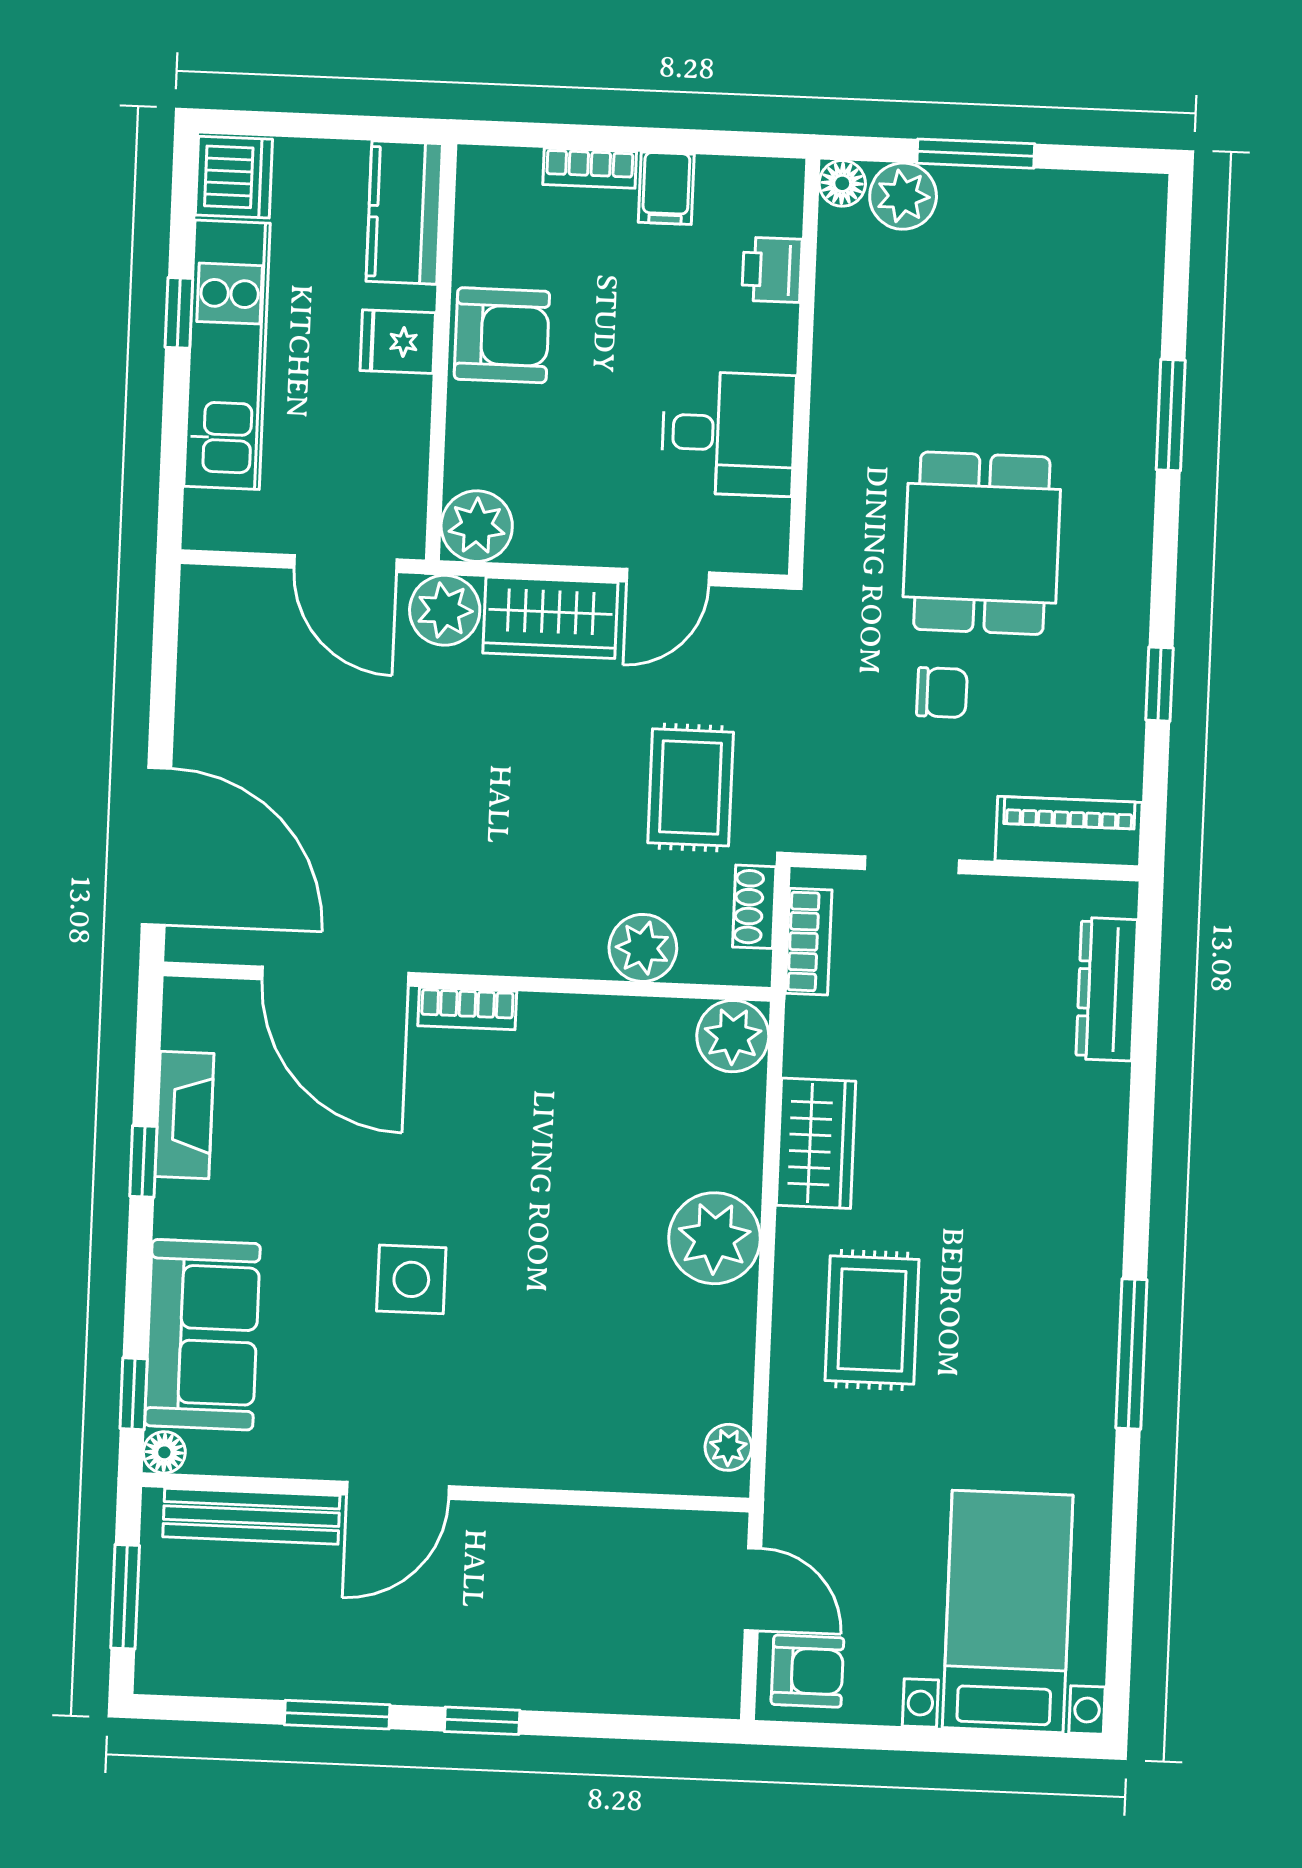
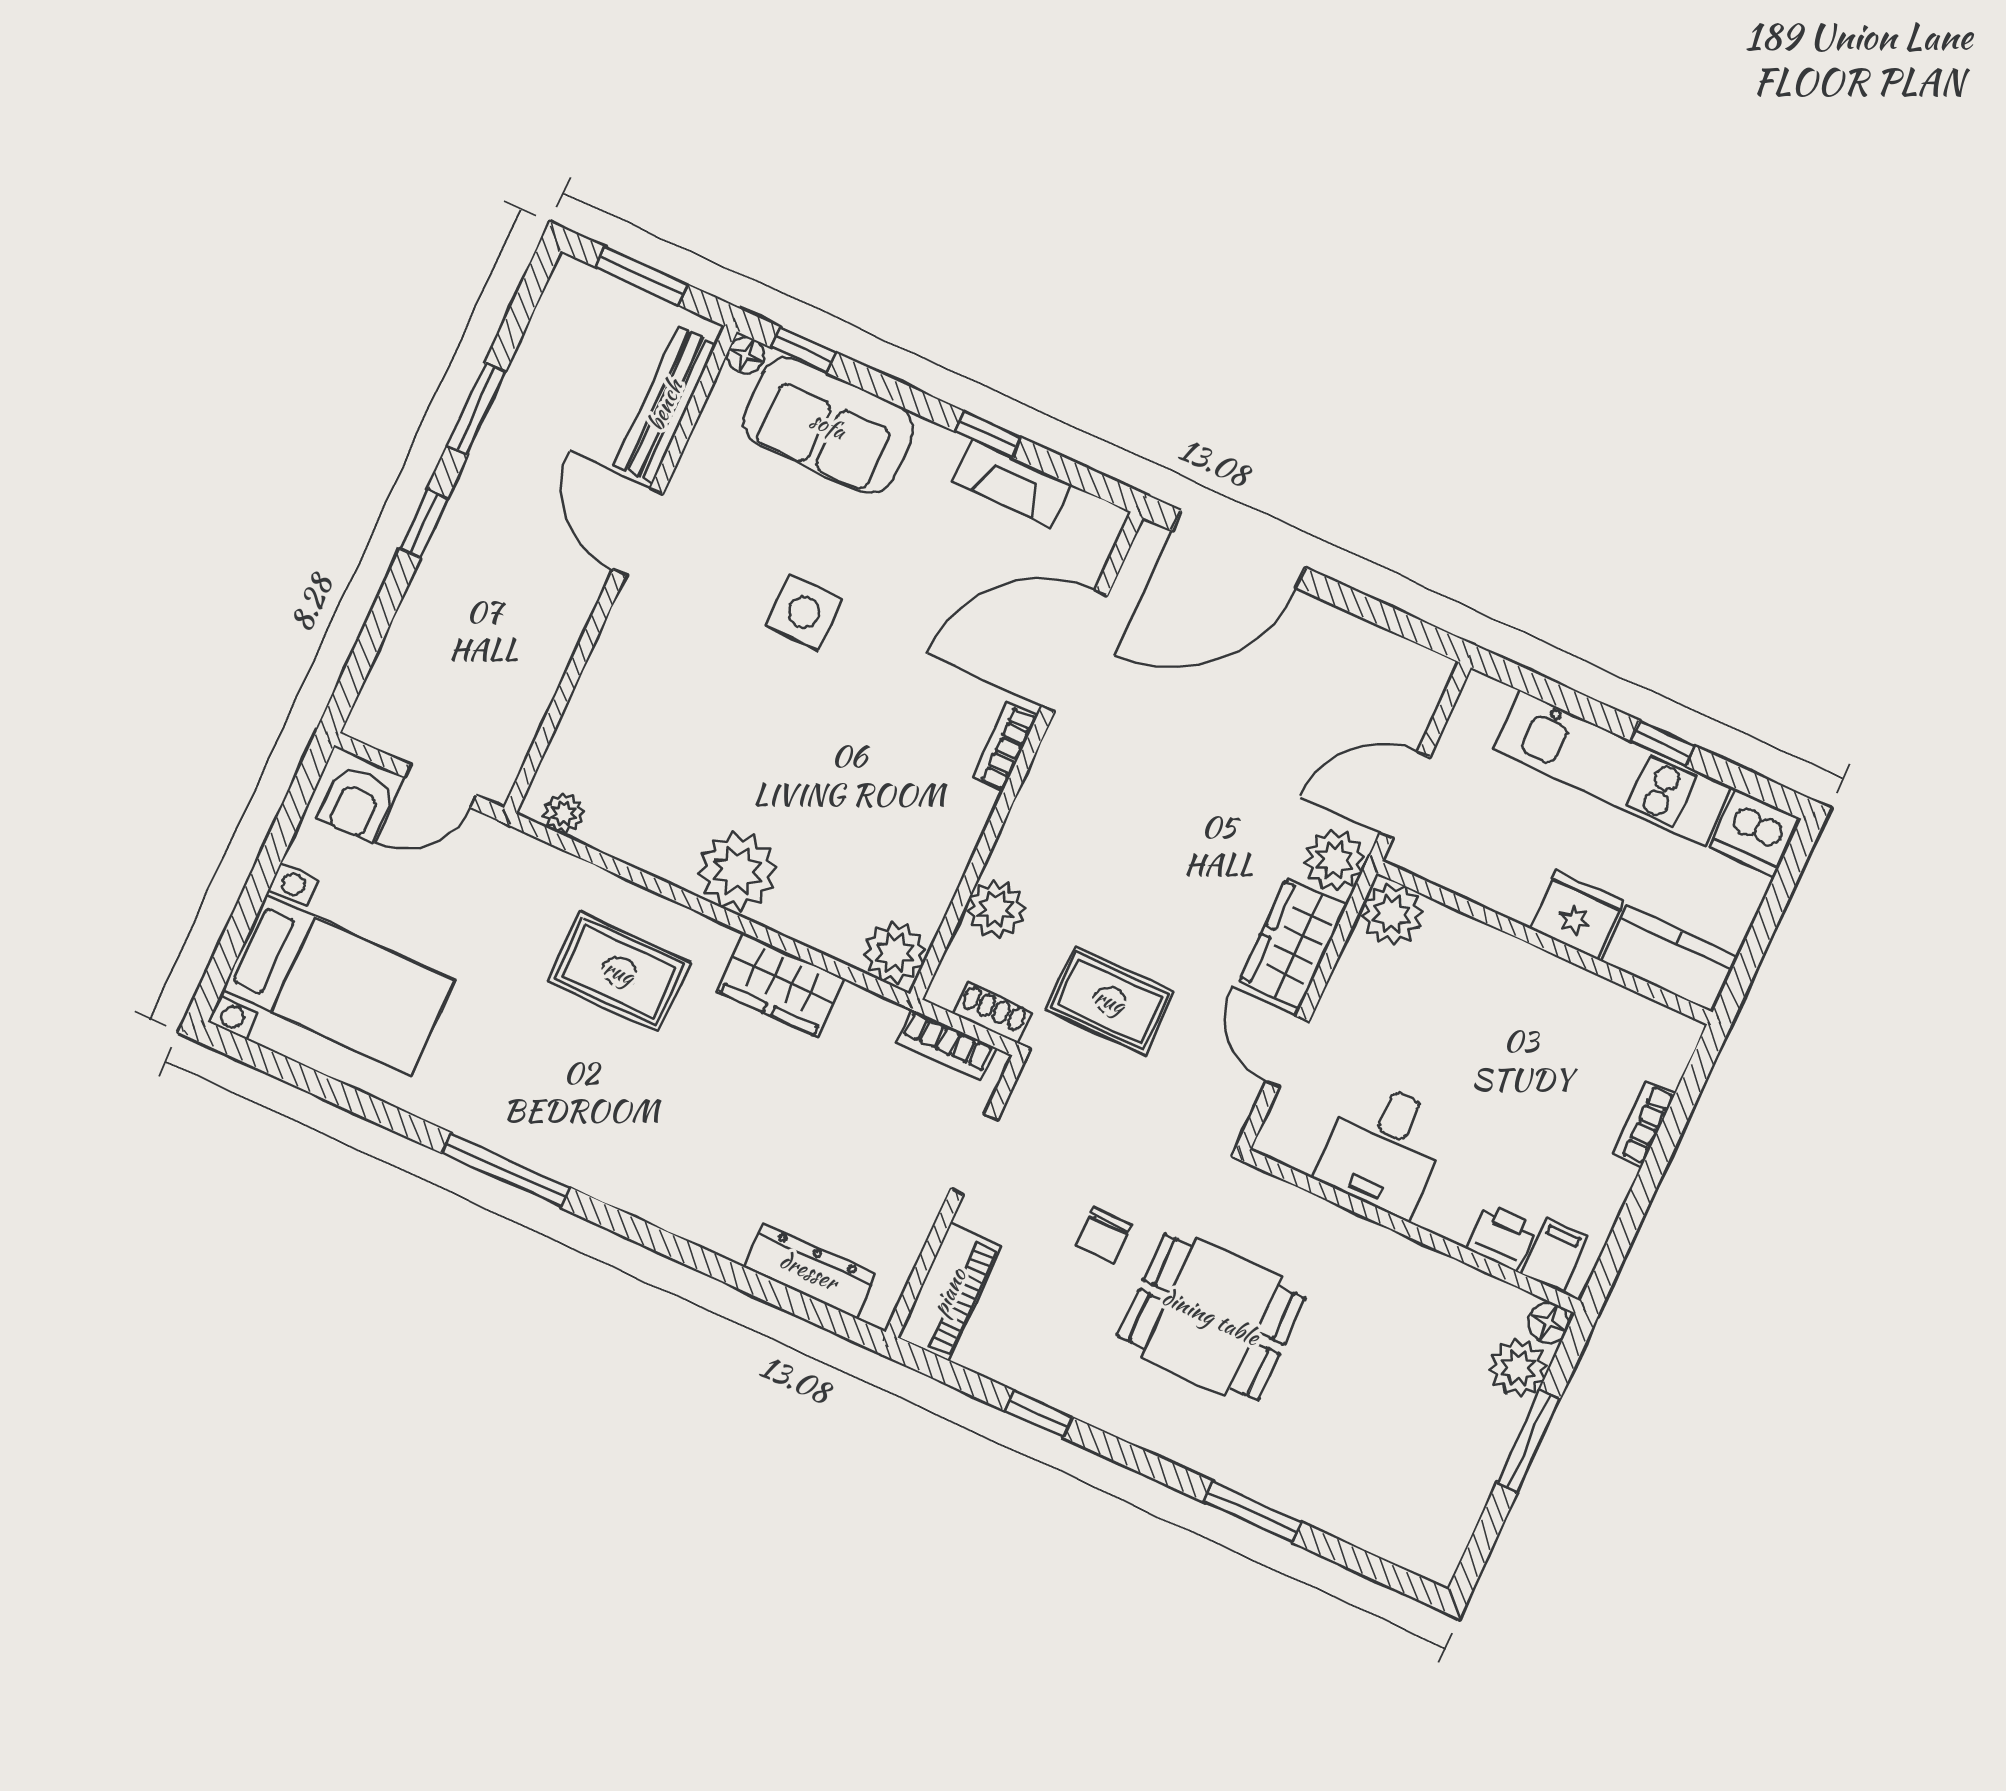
filing cabinet: (666, 188) -> (1554, 1255), moved, turned 90
armchair: (502, 335) -> (1538, 997), removed
fridge: (398, 342) -> (1577, 915), width x1.38

